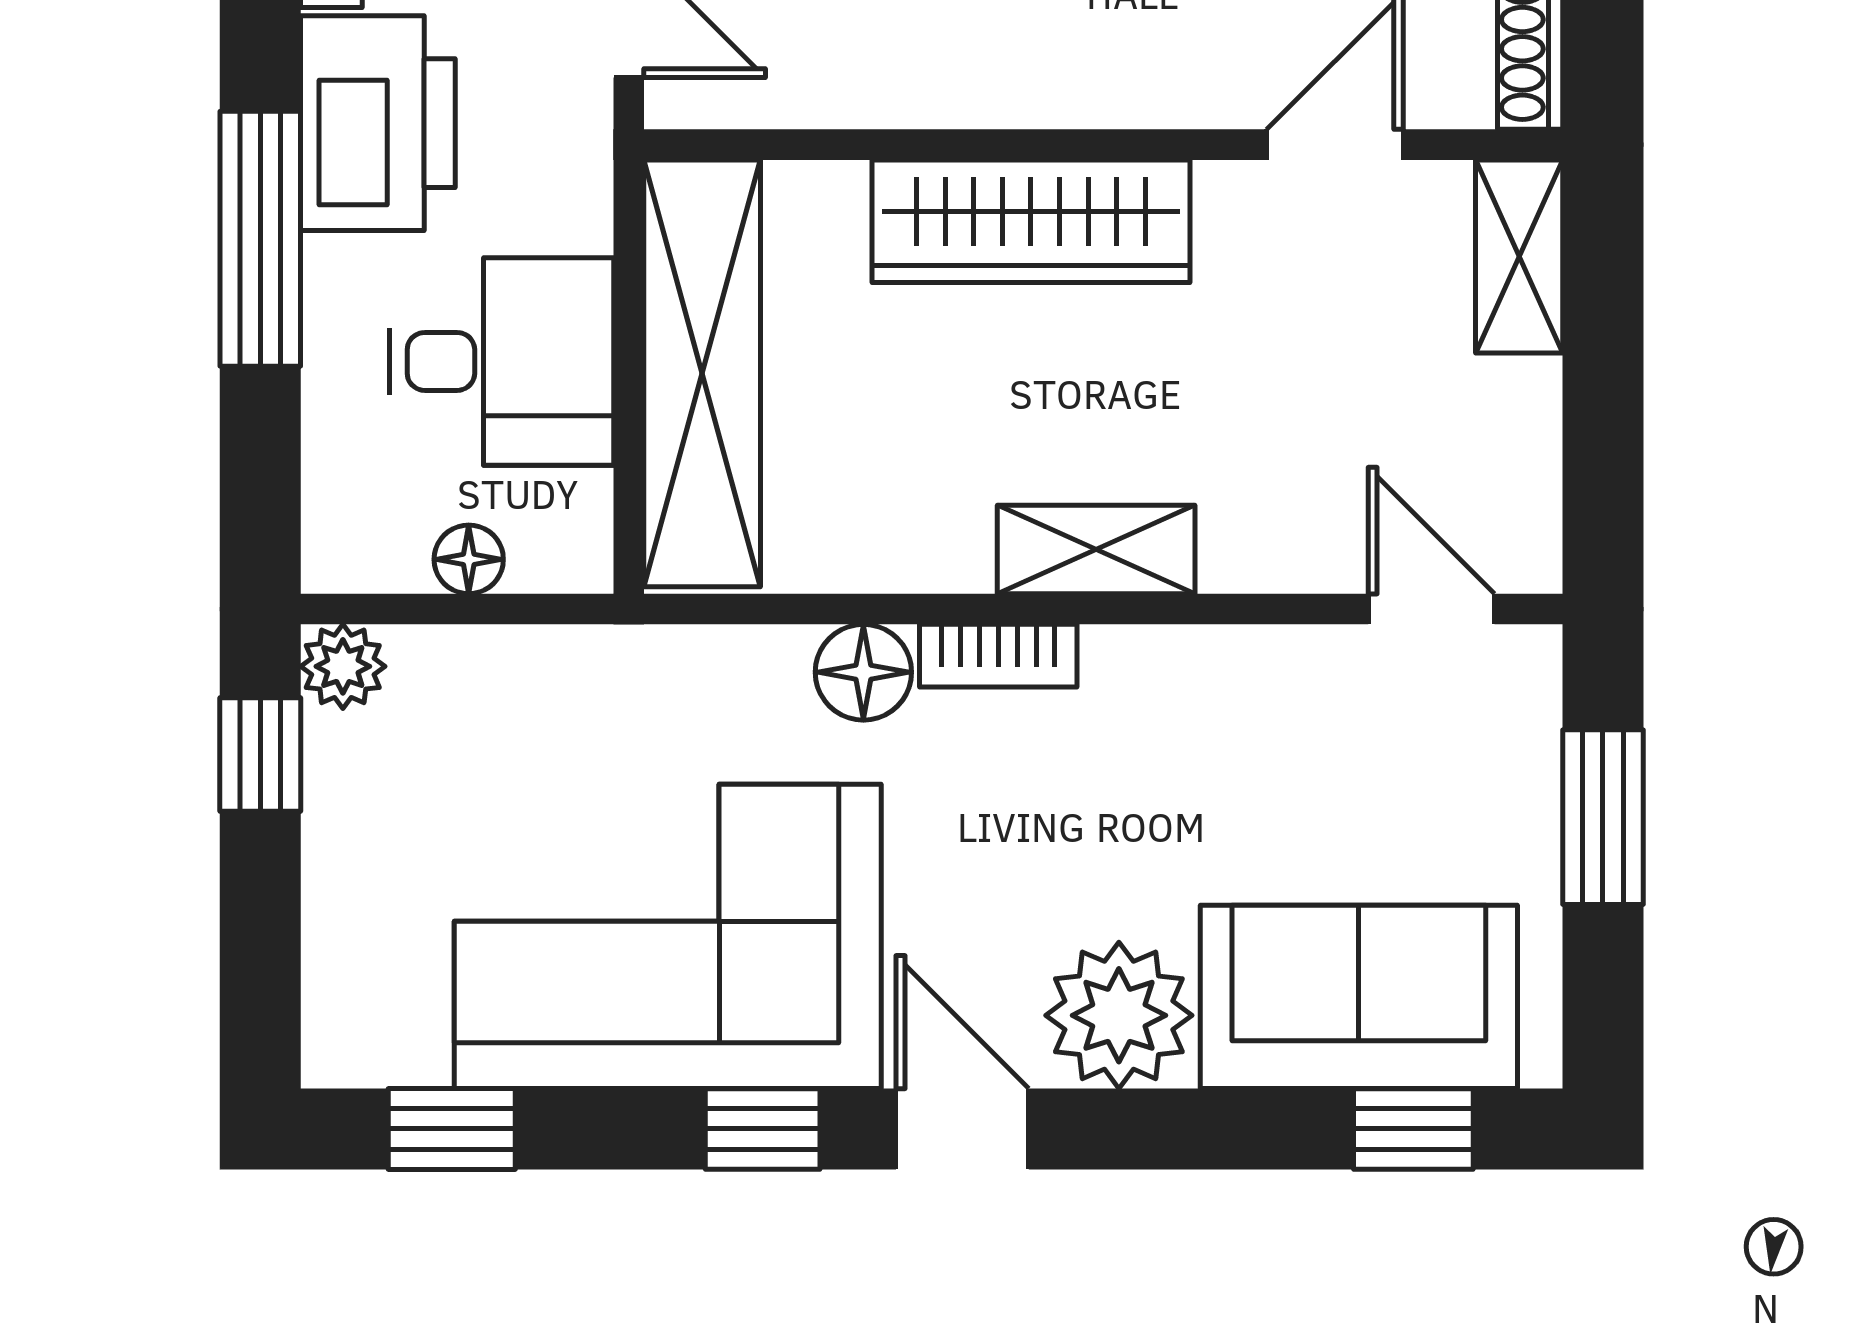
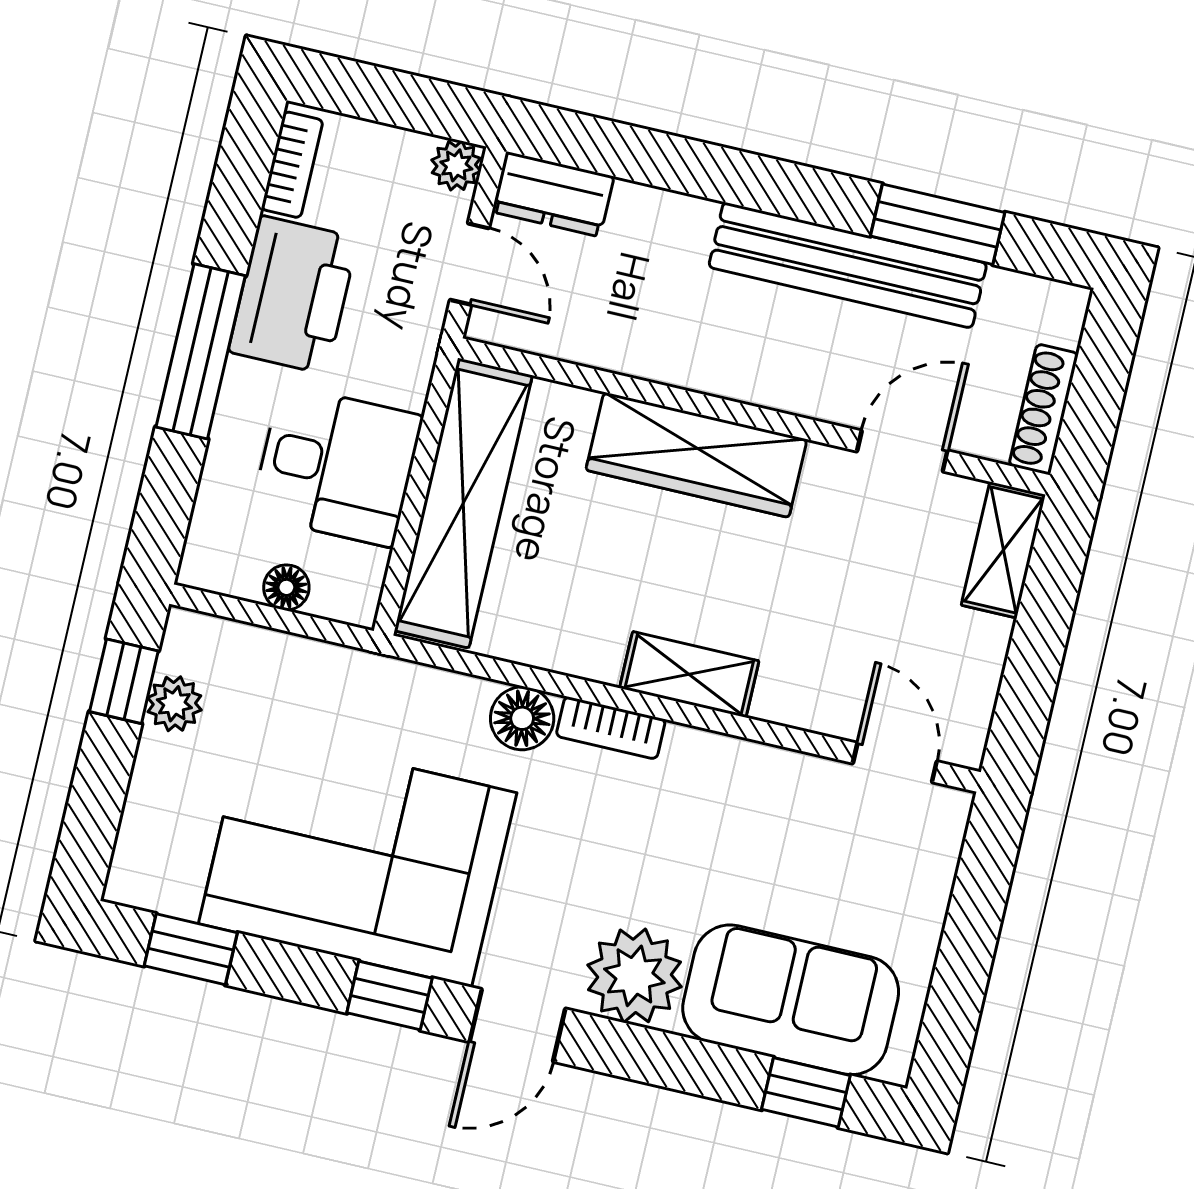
plant: (343, 666) -> (174, 704), moved
window: (1603, 817) -> (974, 921), removed
door: (962, 1129) -> (517, 1025), swing flipped

